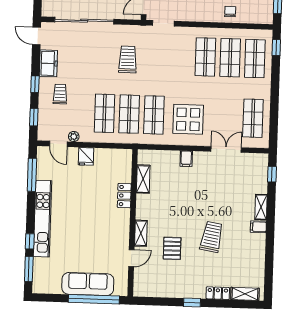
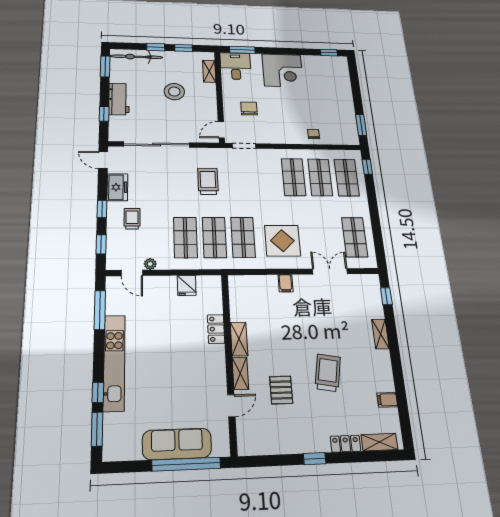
fridge: (86, 156) -> (187, 285), moved
shelving: (143, 179) -> (239, 339), moved
filing cabinet: (258, 227) -> (387, 400), moved

